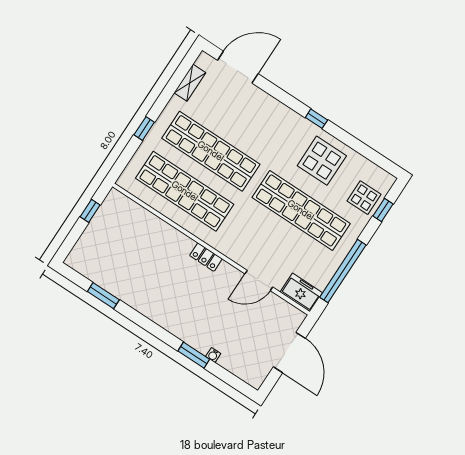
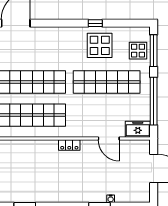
window: (316, 119) -> (95, 23), moved
window: (383, 210) -> (154, 51), width x2.17
door: (259, 280) -> (109, 138), hinge flipped

